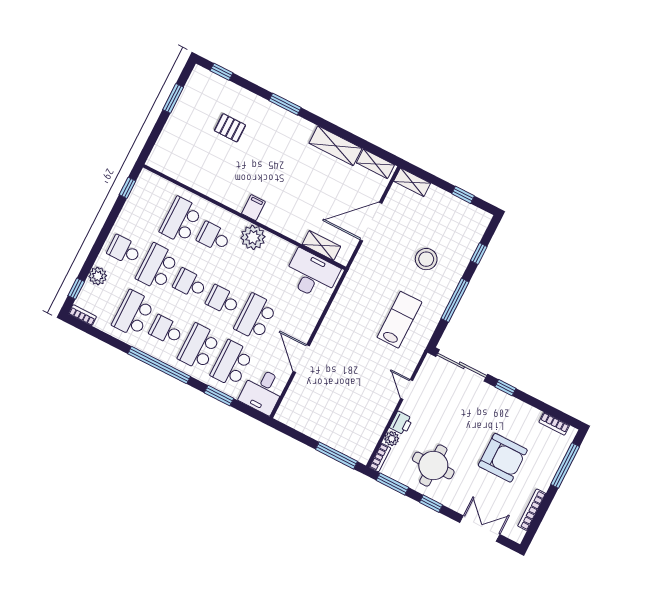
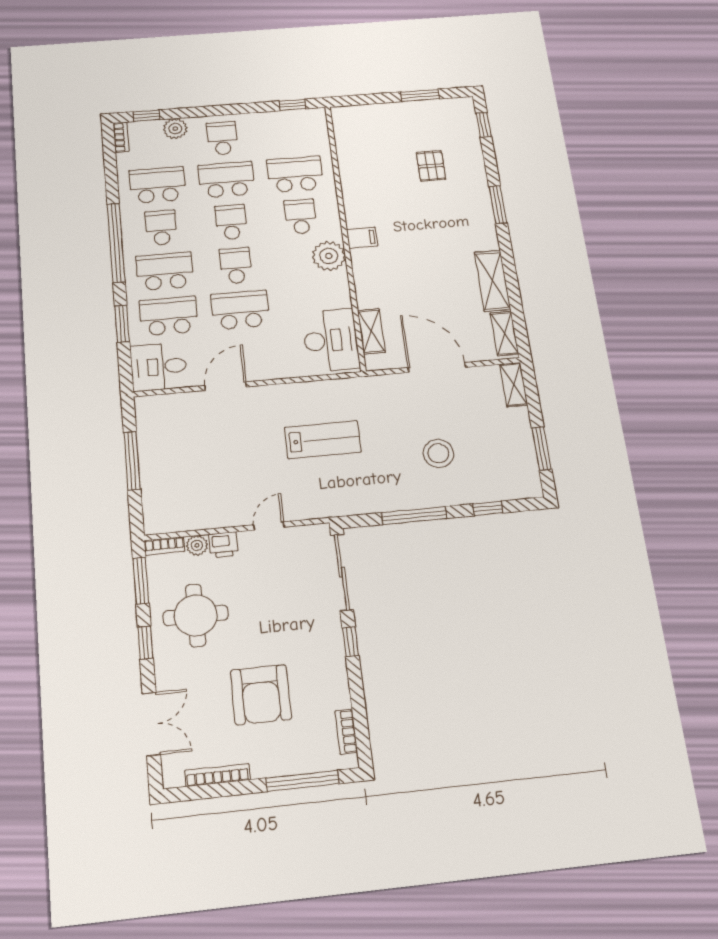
window: (463, 195) -> (542, 449), width x1.50
lab bench: (399, 320) -> (323, 440), moved
window: (336, 455) -> (132, 461), moved

